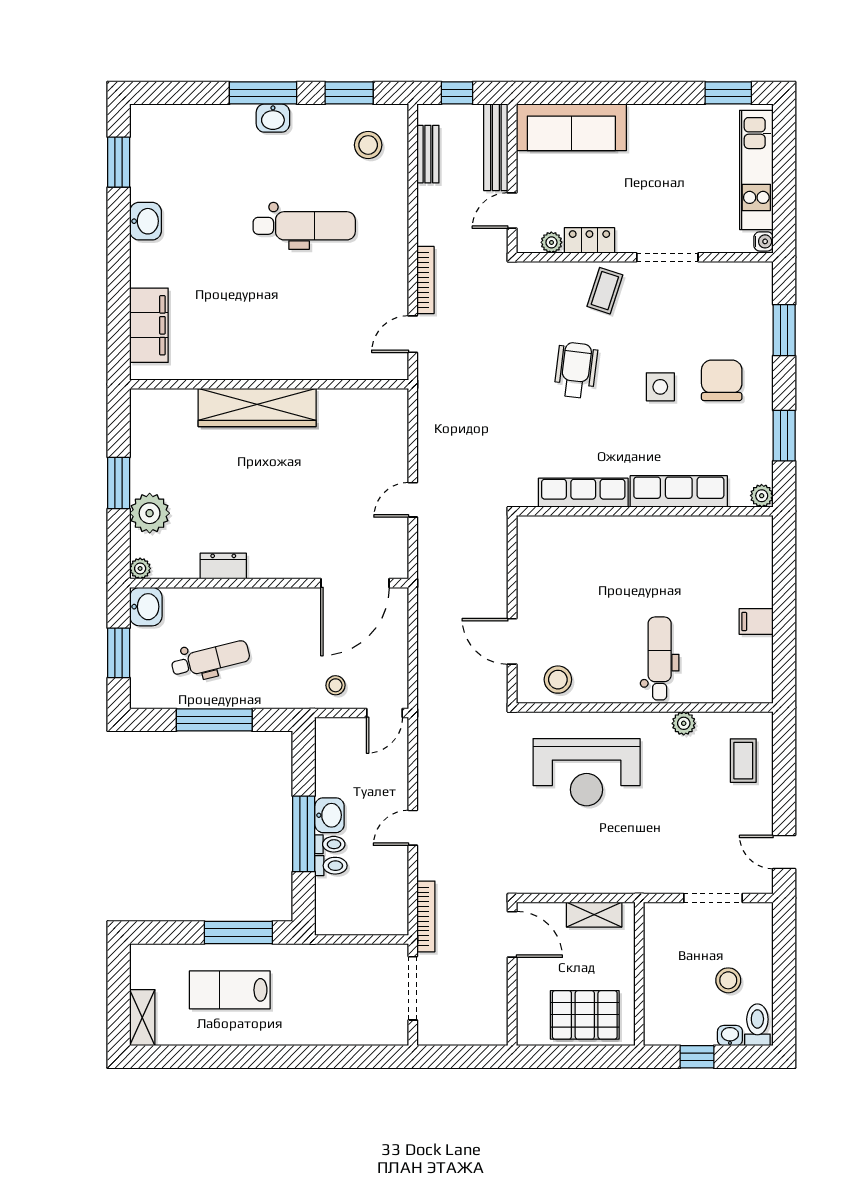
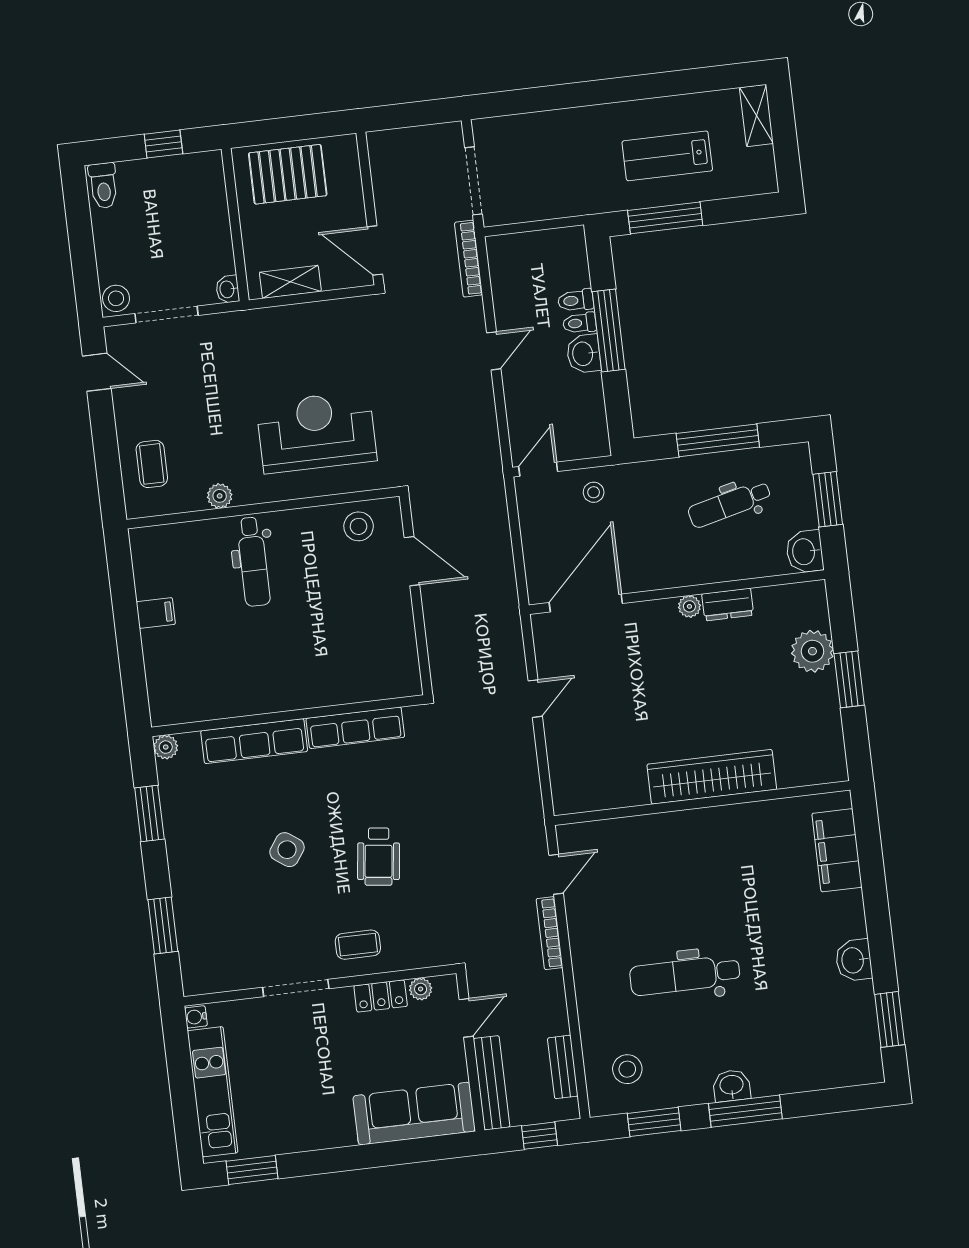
coffee table: (605, 291) -> (358, 945), turned 72
chair: (722, 380) -> (223, 864), removed
side table: (660, 387) -> (287, 850), turned 35
plant: (140, 568) -> (689, 606), moved
stool: (728, 980) -> (116, 298), moved
lab bench: (230, 990) -> (667, 156), turned 180
washbasin: (730, 1036) -> (228, 289), moved, turned 90

